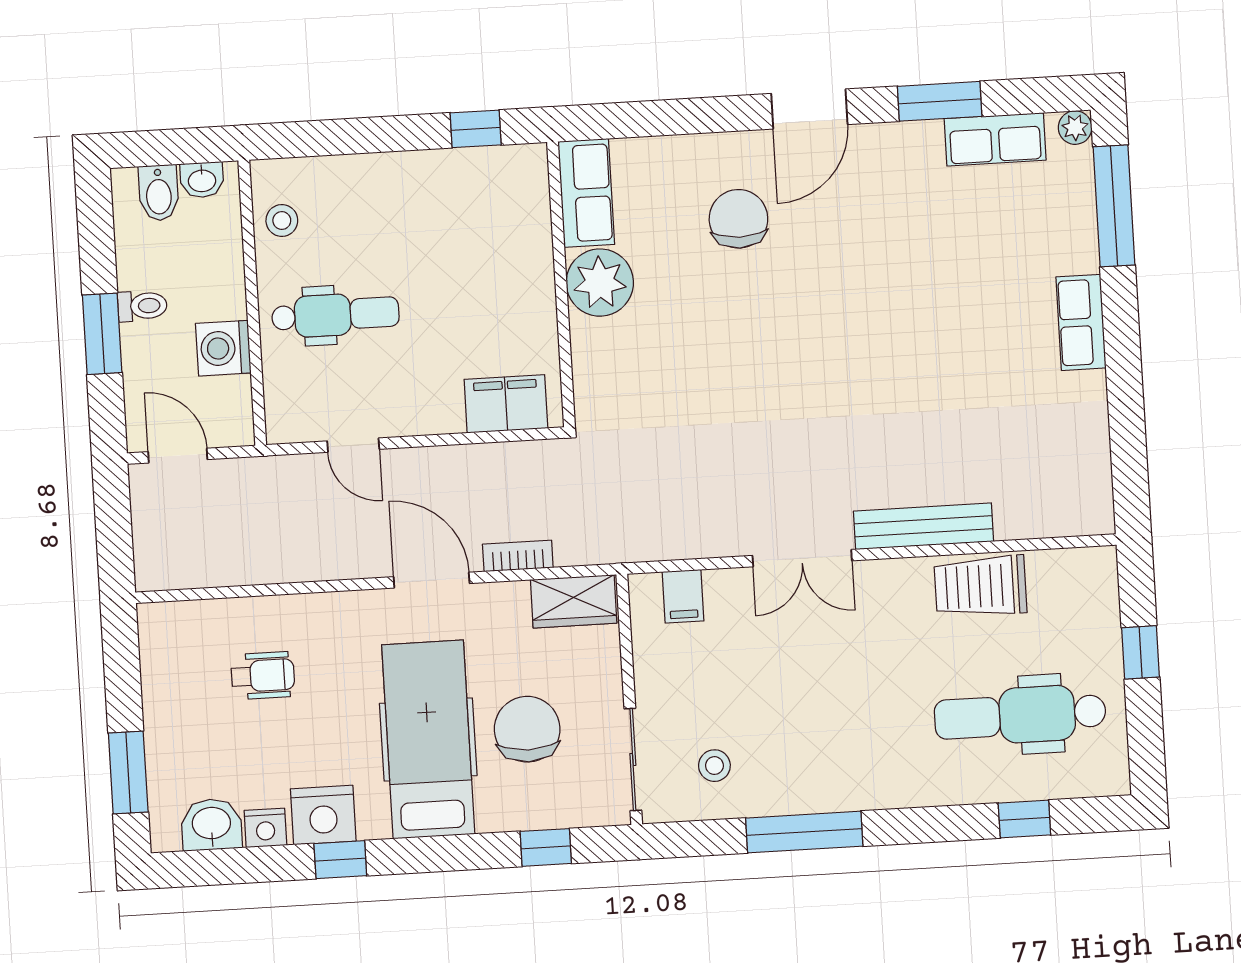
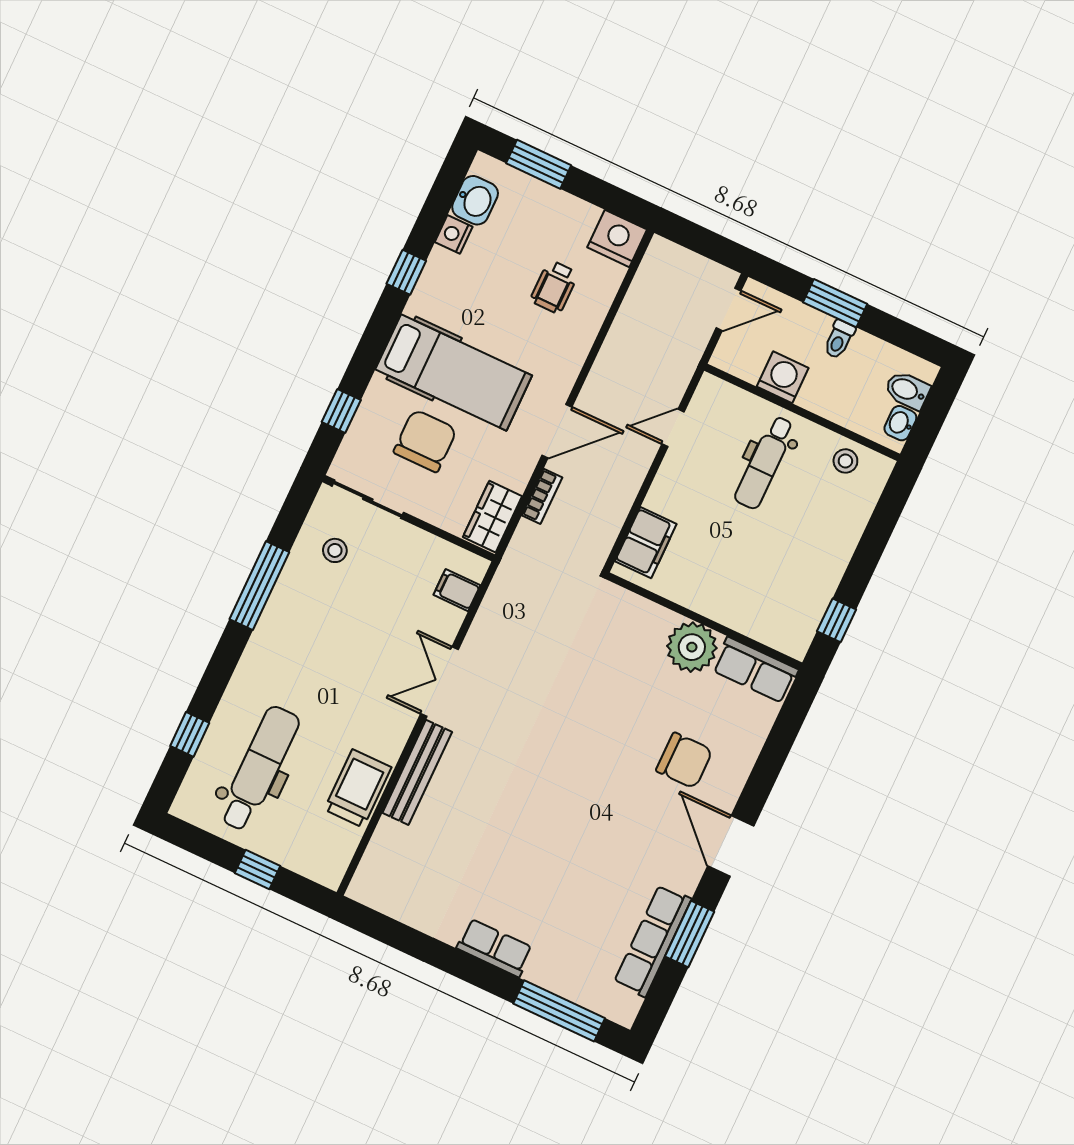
plant: (1075, 128) -> (624, 1013), removed
row of seats: (995, 139) -> (653, 941), width x1.48
chair: (527, 729) -> (425, 441), turned -90
nightstand: (323, 815) -> (617, 238), moved, turned 90

